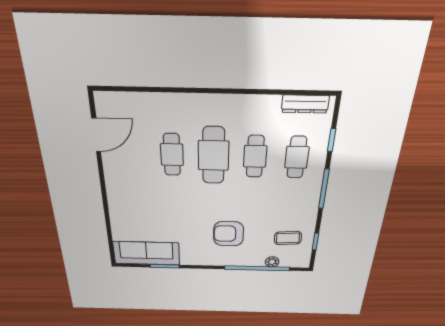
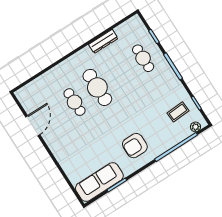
dresser: (305, 104) -> (103, 41), moved
door: (96, 135) -> (33, 126), moved
cafe table: (255, 156) -> (120, 73), removed
armchair: (229, 234) -> (135, 146), moved
plant: (272, 262) -> (196, 127), moved

